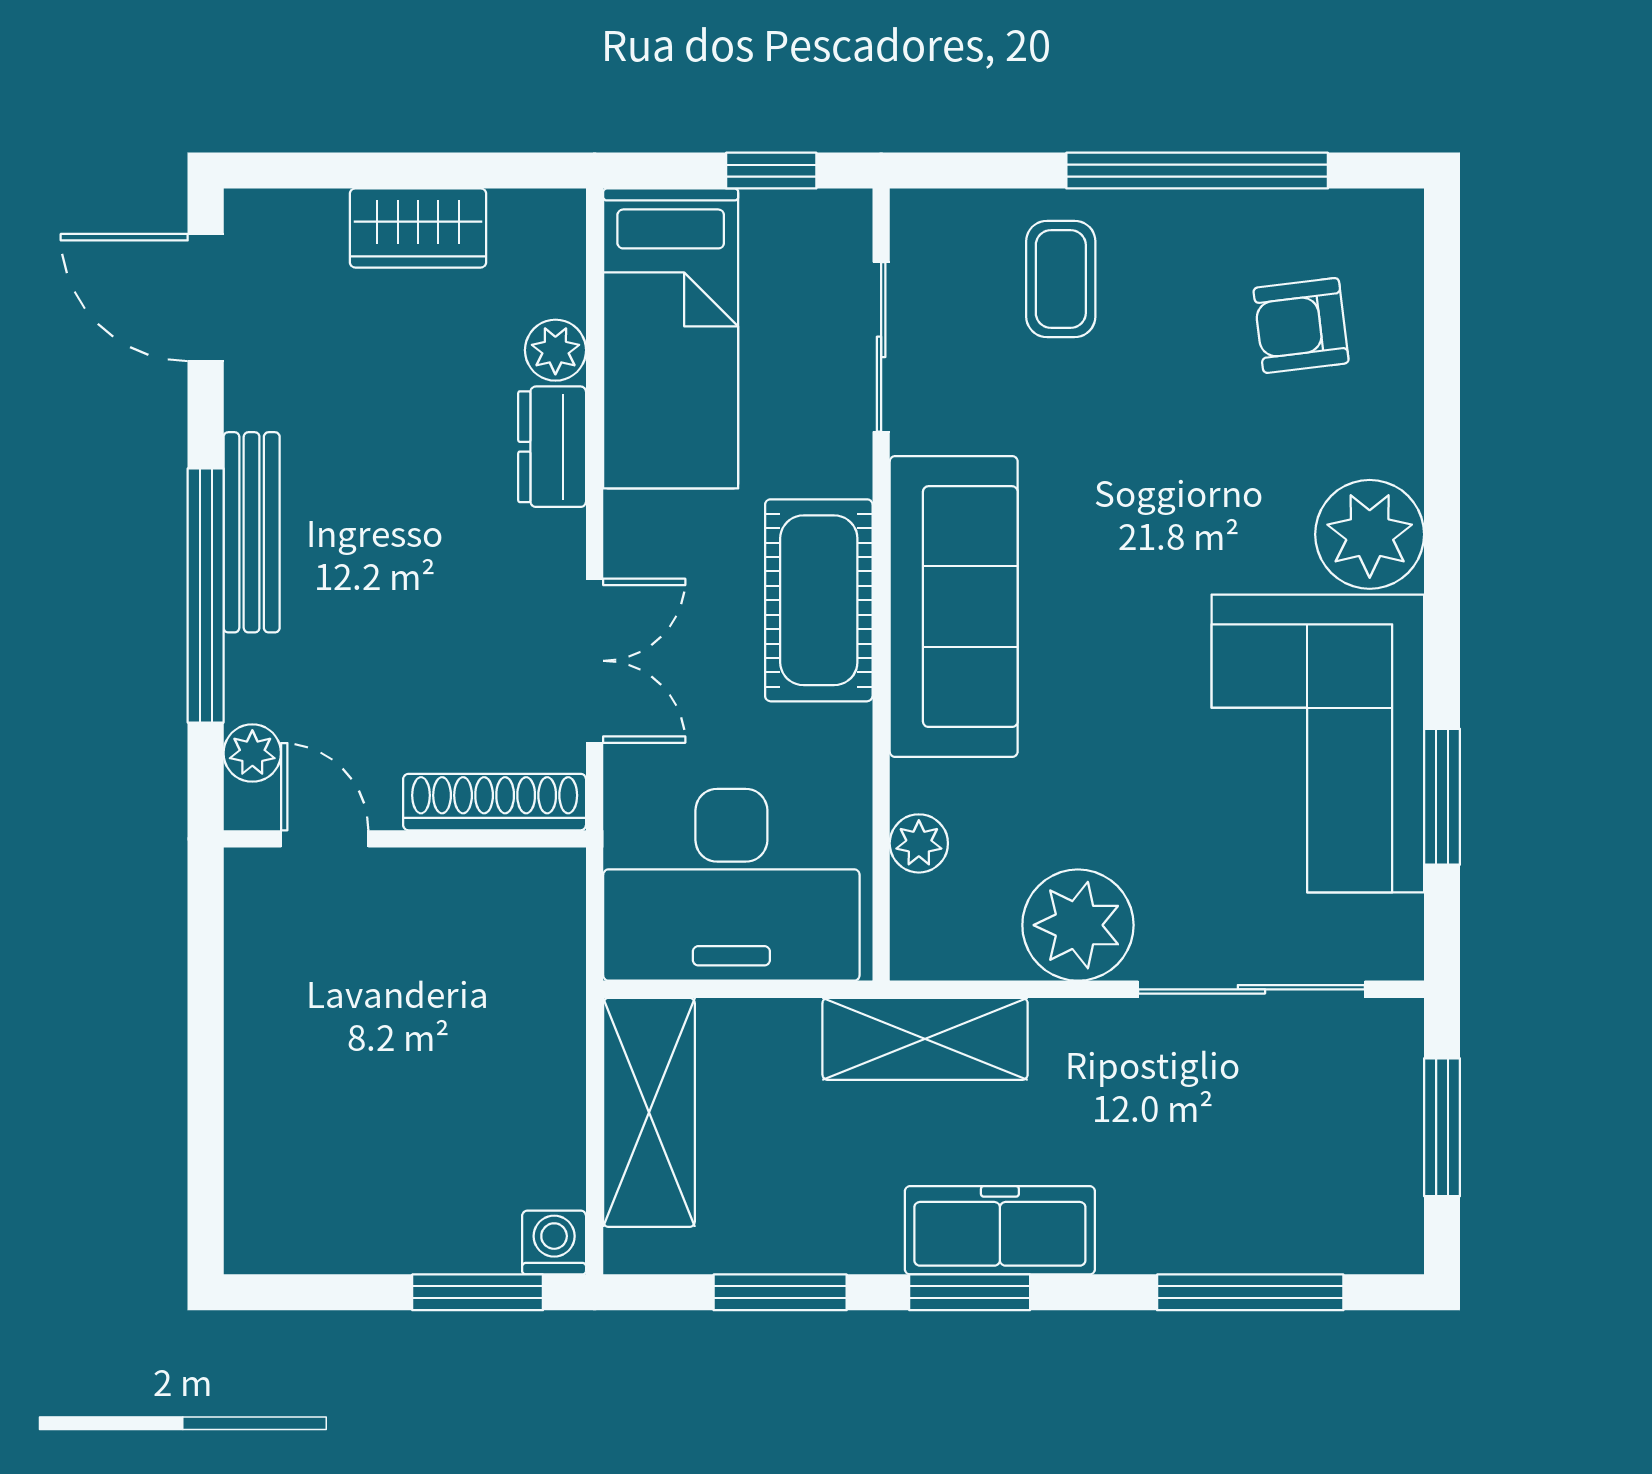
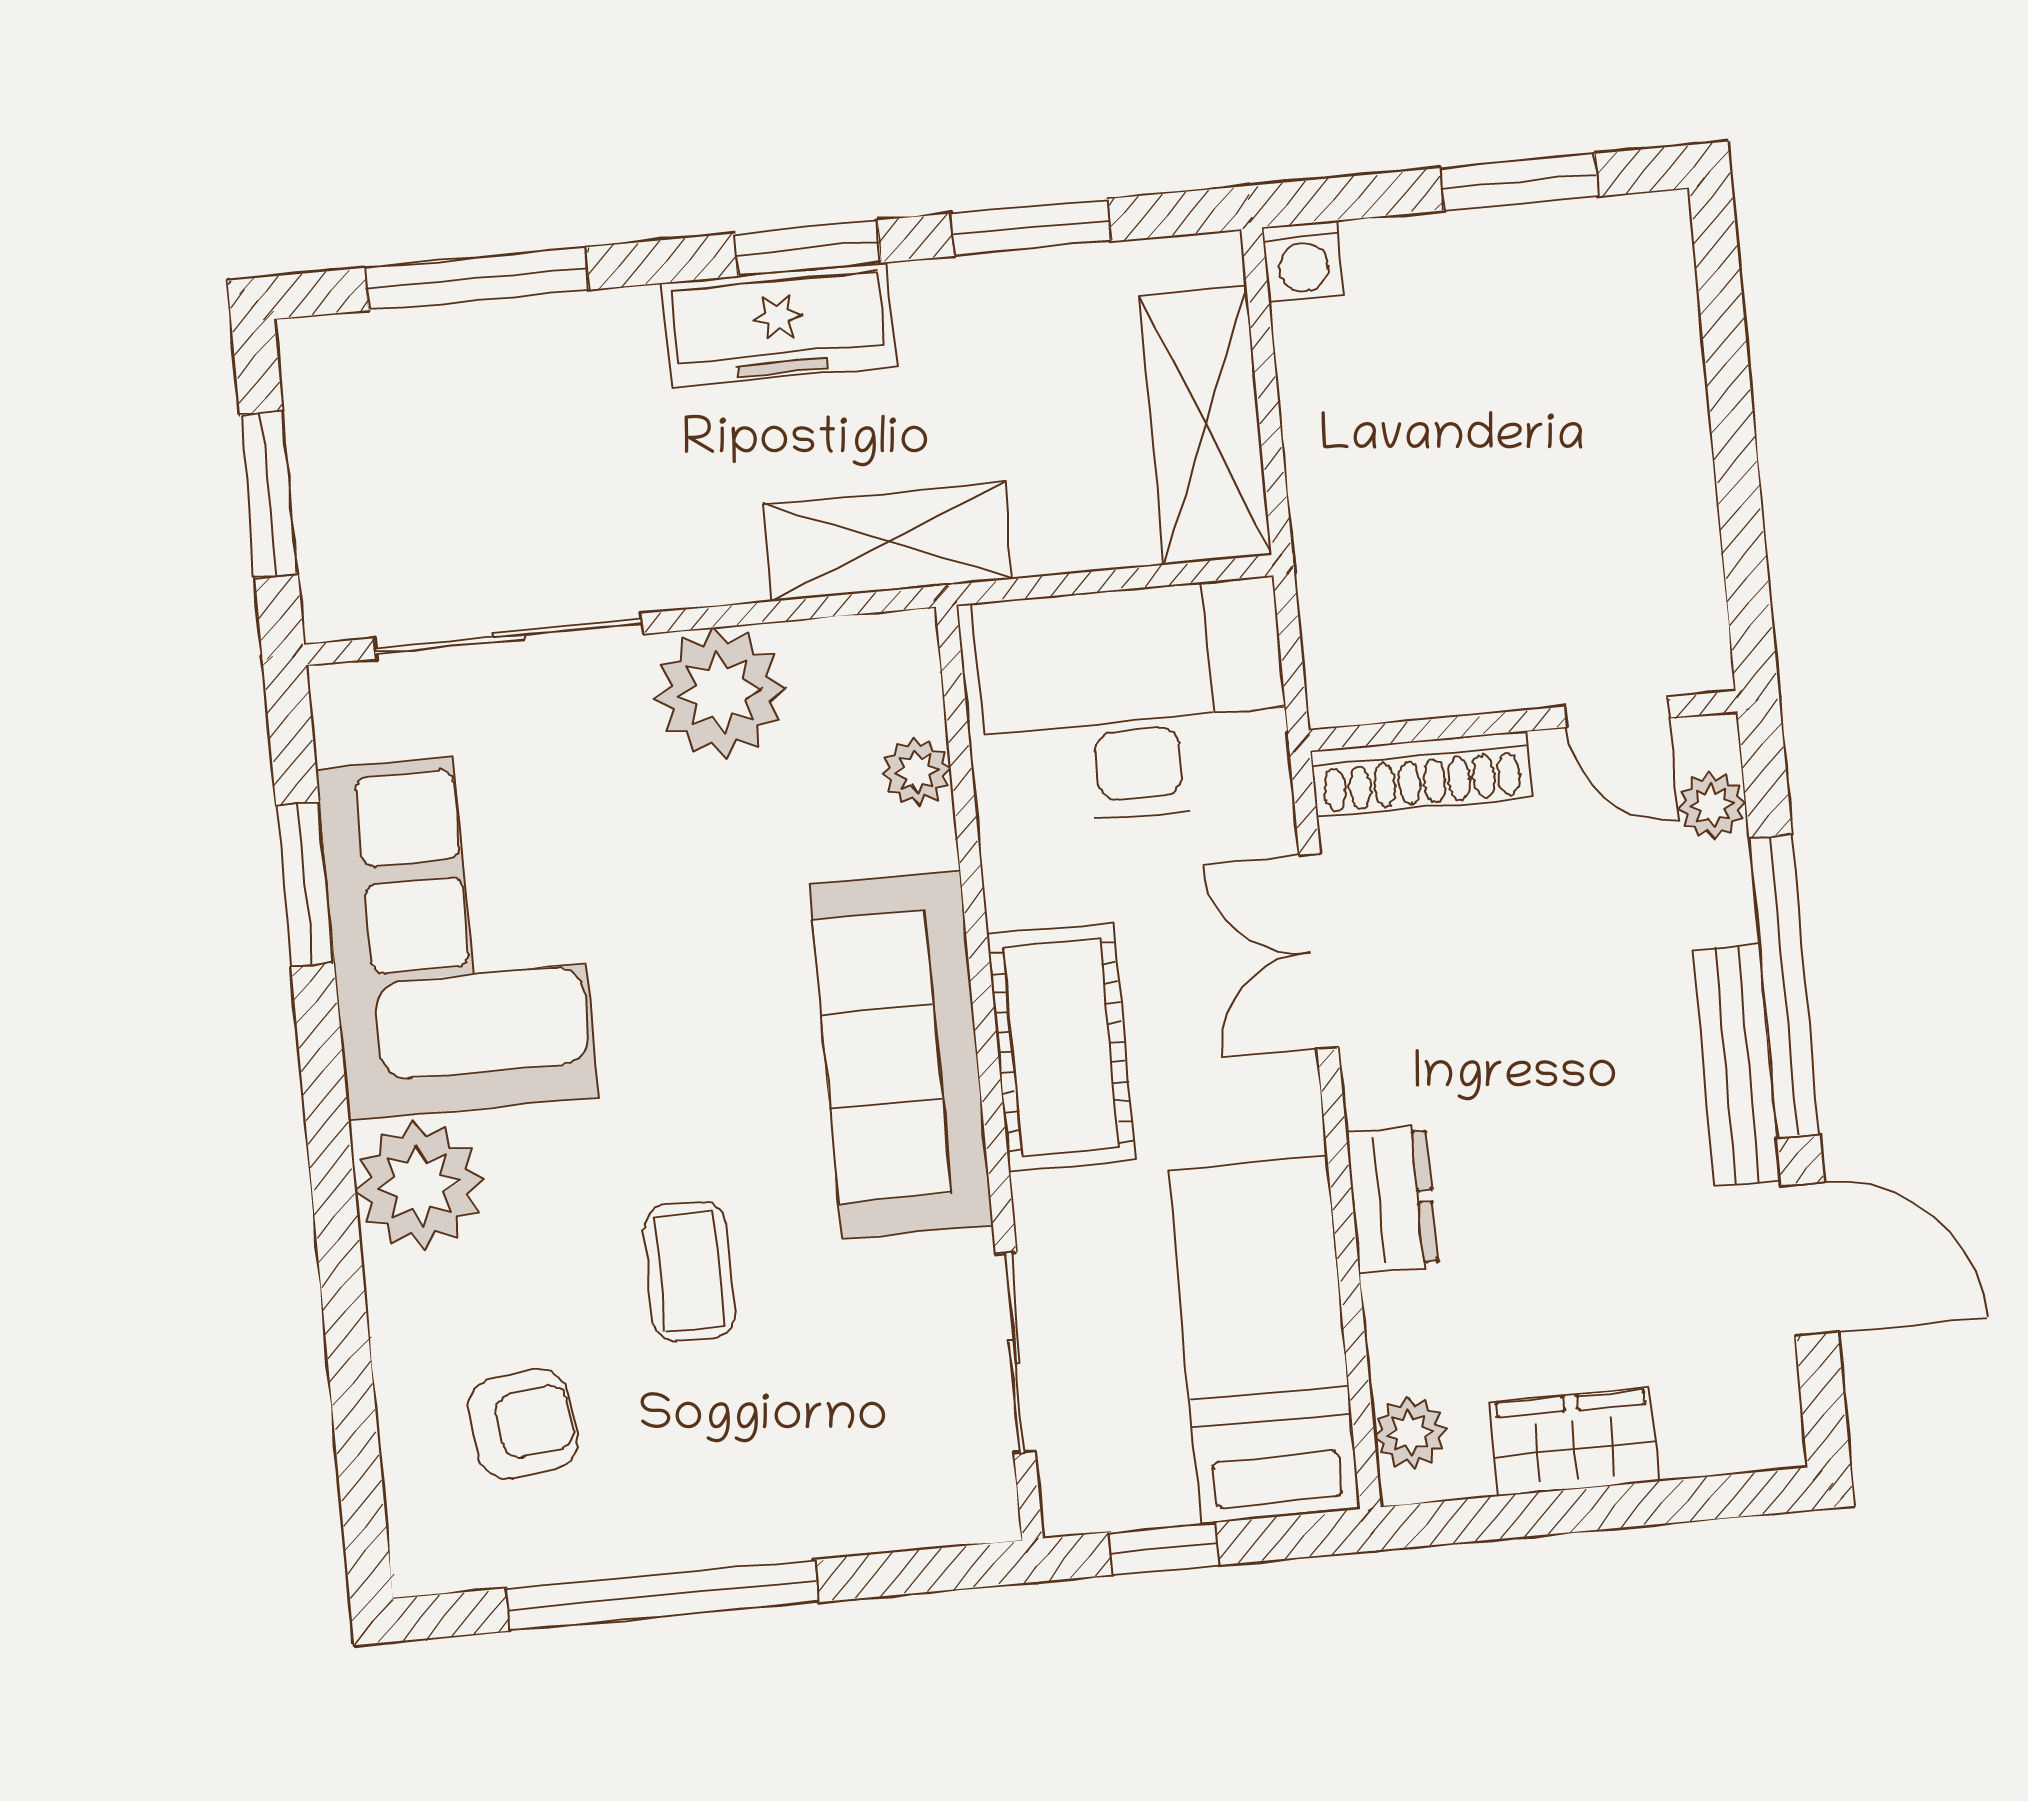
coffee table: (1061, 279) -> (689, 1271), moved
door: (206, 297) -> (1810, 1259), moved
plant: (555, 350) -> (1410, 1433), moved
window: (478, 1292) -> (1519, 182), moved

